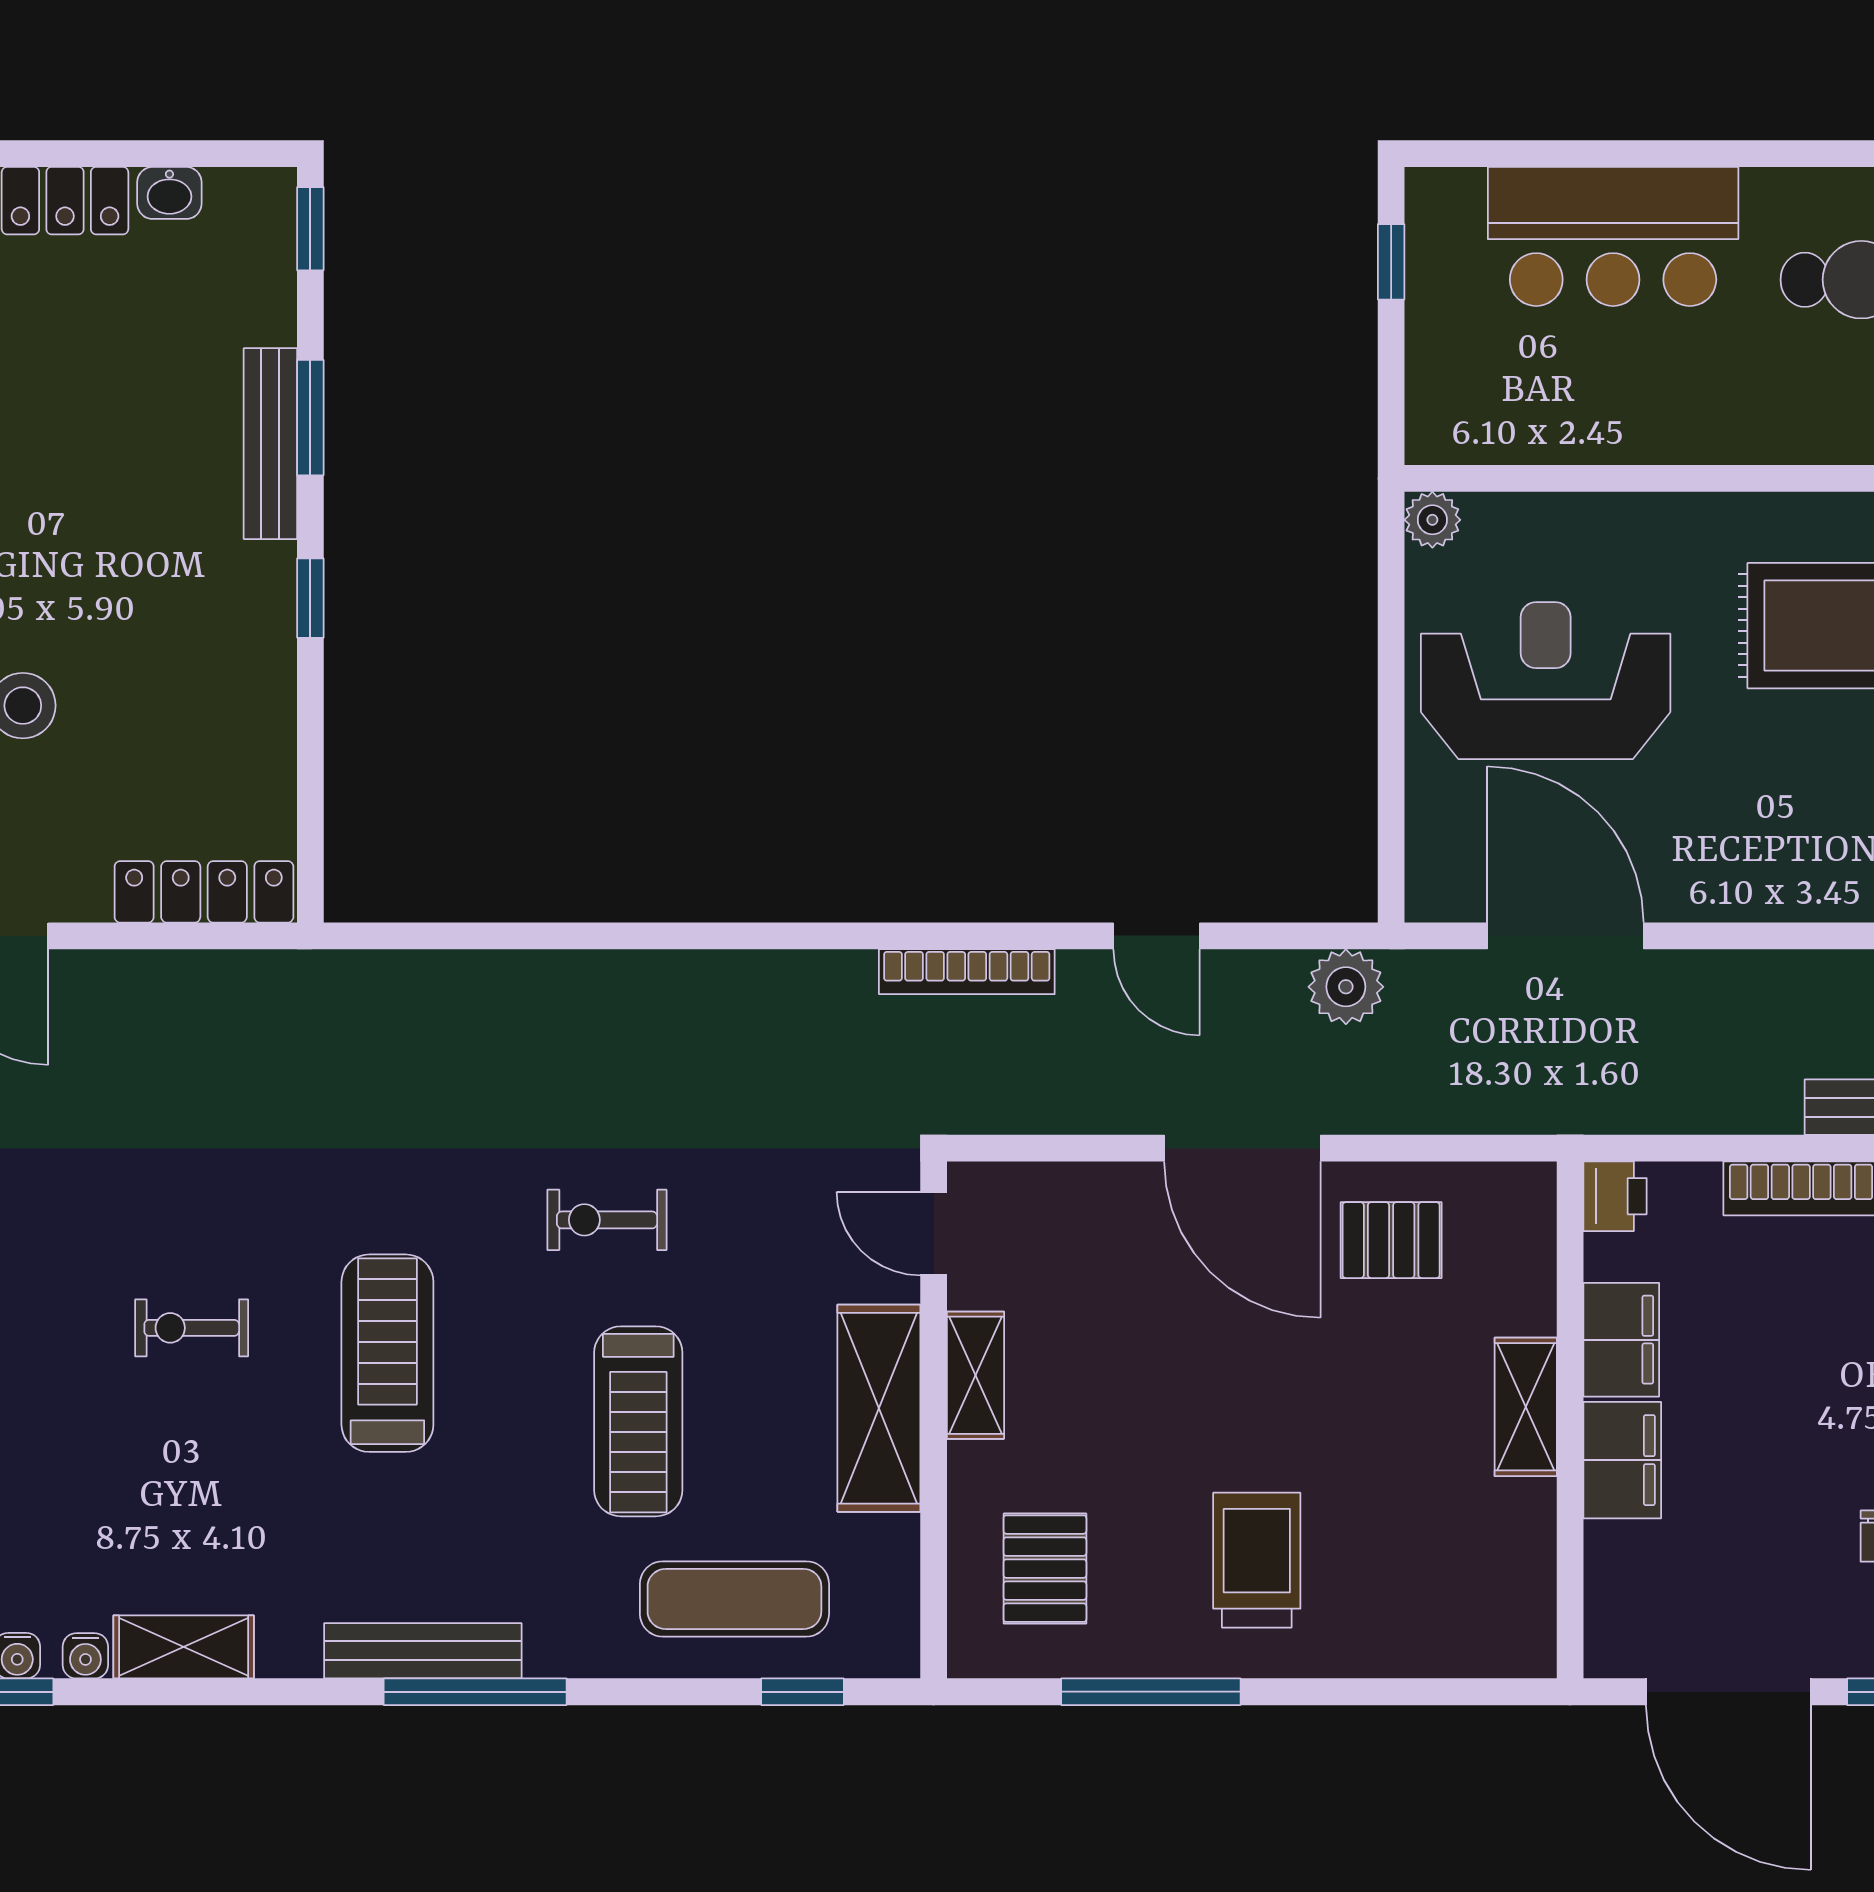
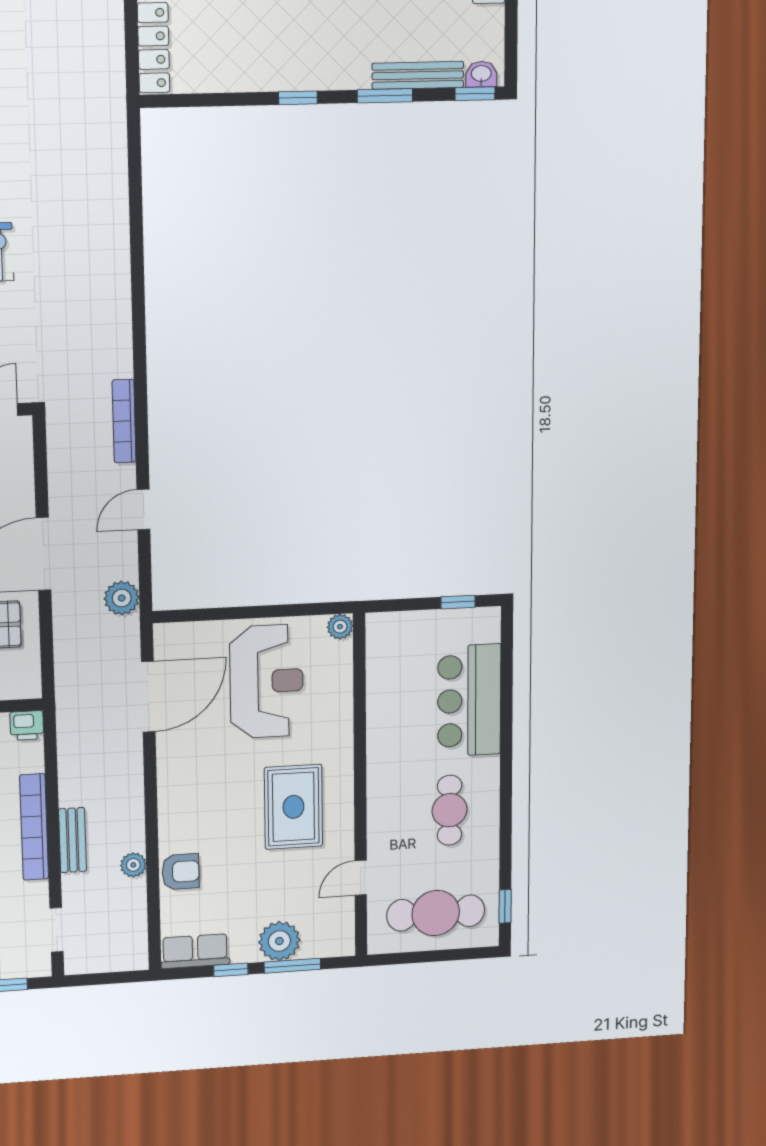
washbasin: (169, 193) -> (481, 74), moved, turned 90
bench: (270, 444) -> (418, 75), moved

